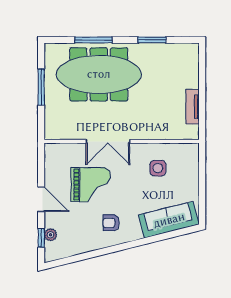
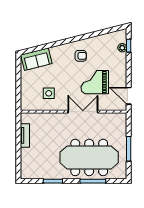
door: (41, 199) -> (129, 96), moved
sofa: (169, 220) -> (36, 59), width x0.73

